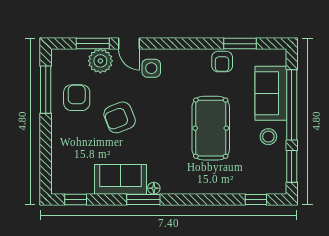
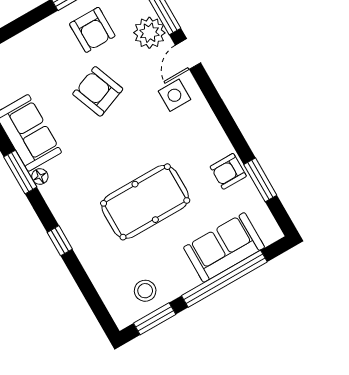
armchair: (77, 98) -> (92, 30), turned 90
stool: (268, 137) -> (145, 291), moved
window: (256, 199) -> (60, 241), moved

